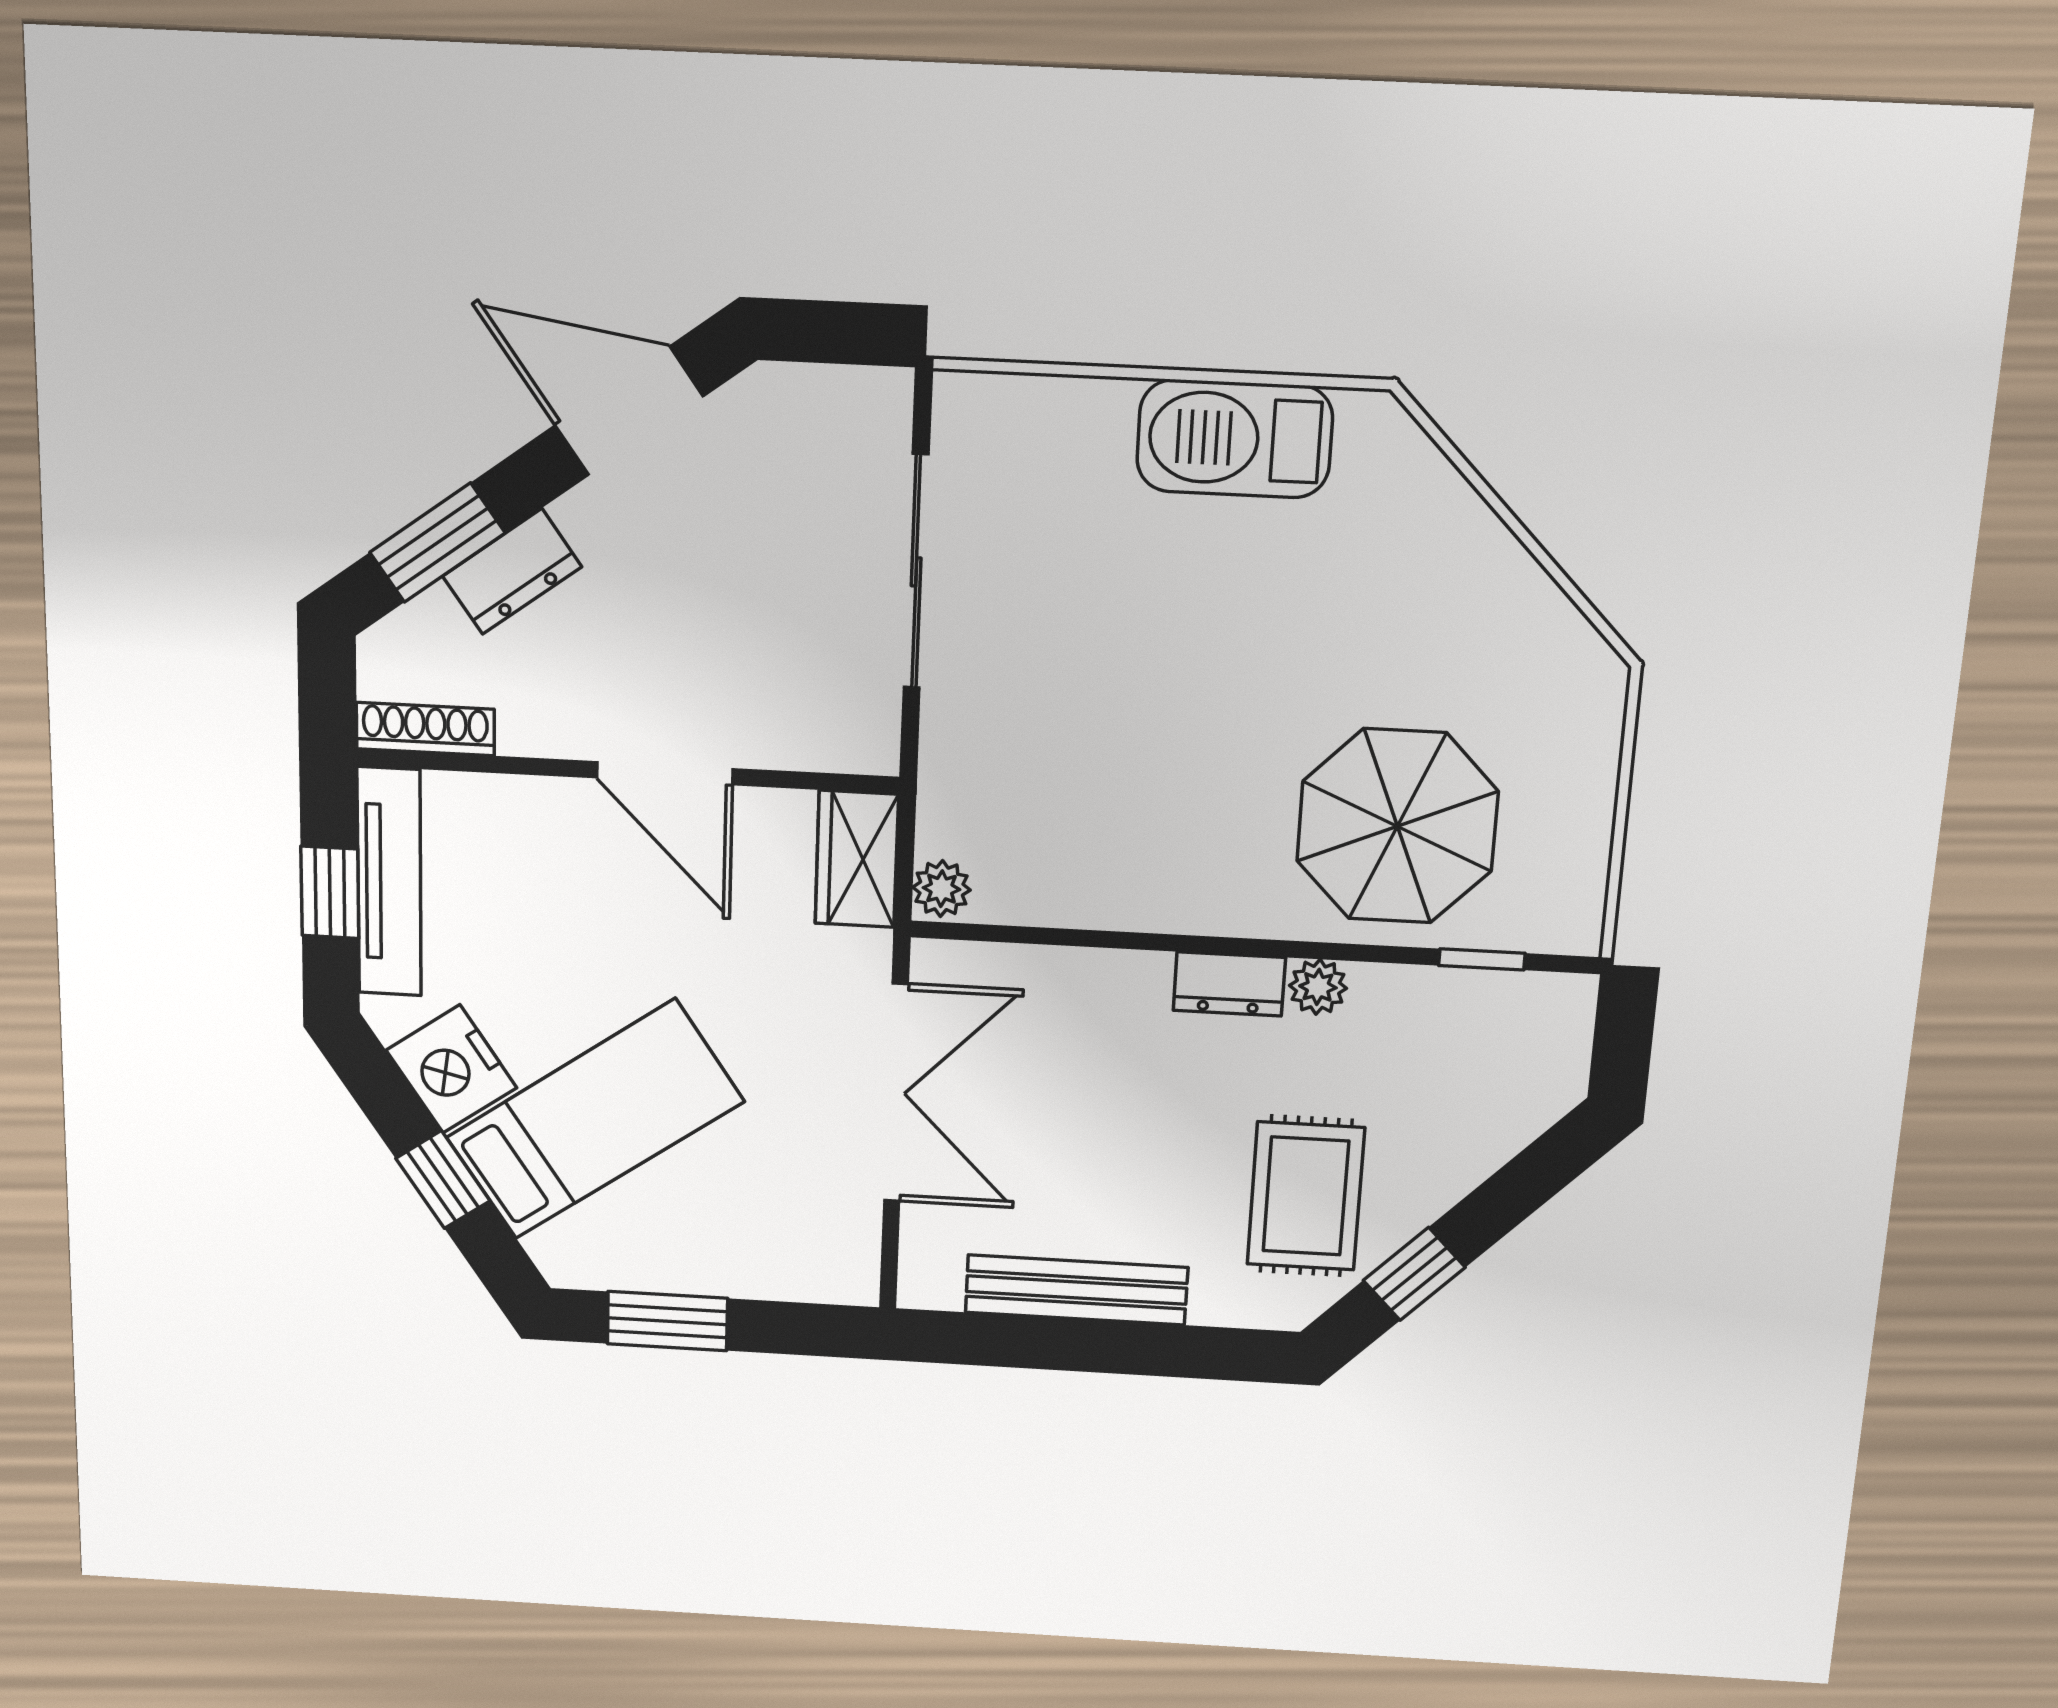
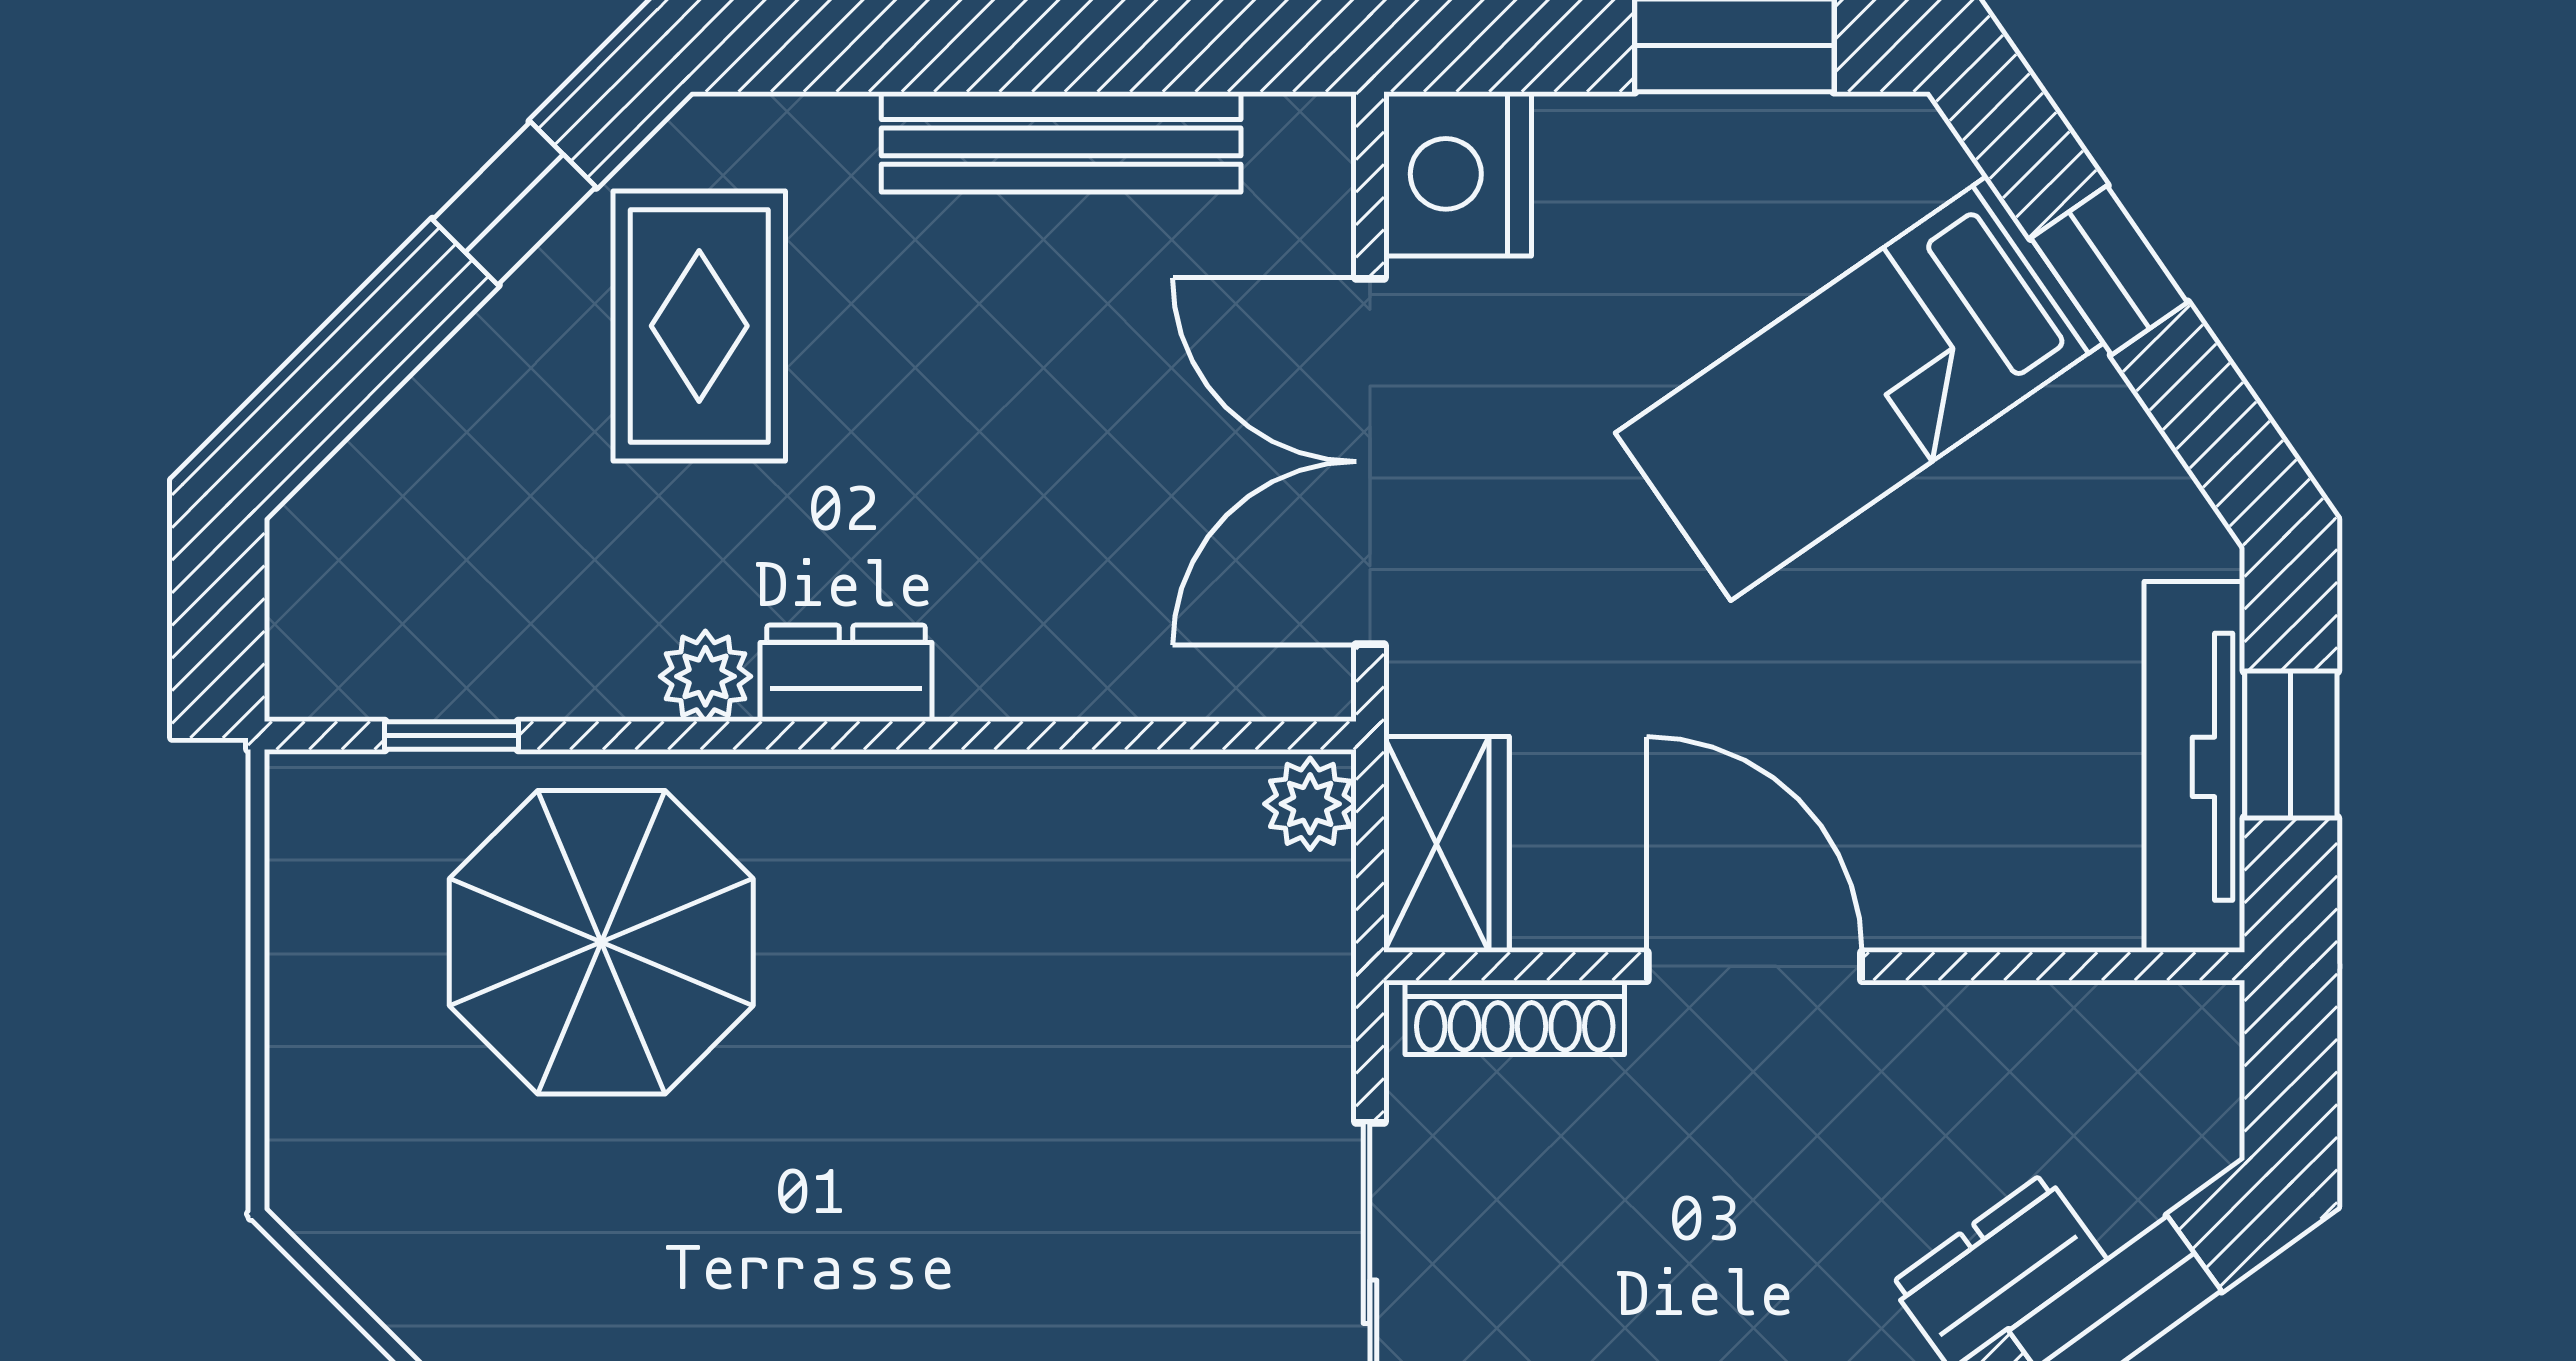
shoe rack: (425, 729) -> (1515, 1017), moved
nightstand: (451, 1069) -> (1458, 174), moved, turned -145

